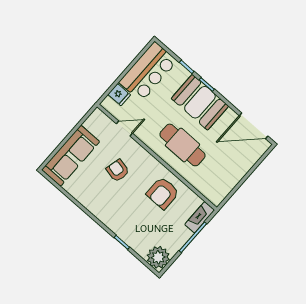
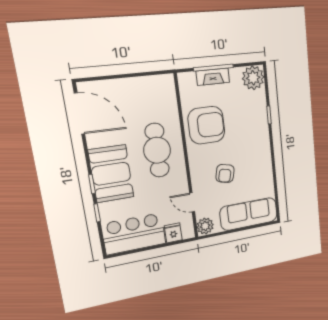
plant: (98, 119) -> (205, 226), added
armchair: (163, 193) -> (206, 125), width x1.36, depth x1.36
fireplace: (200, 217) -> (213, 77), moved

